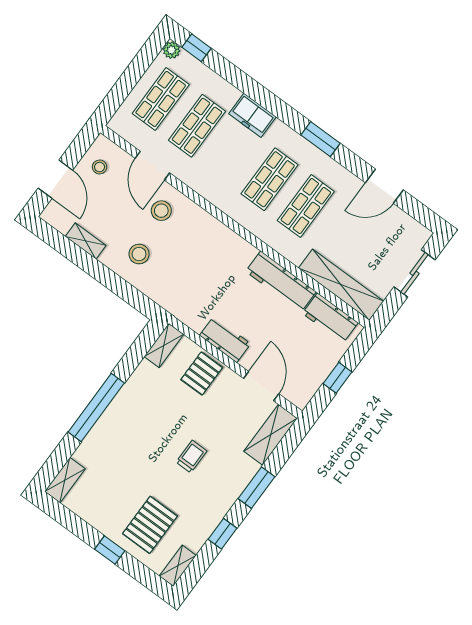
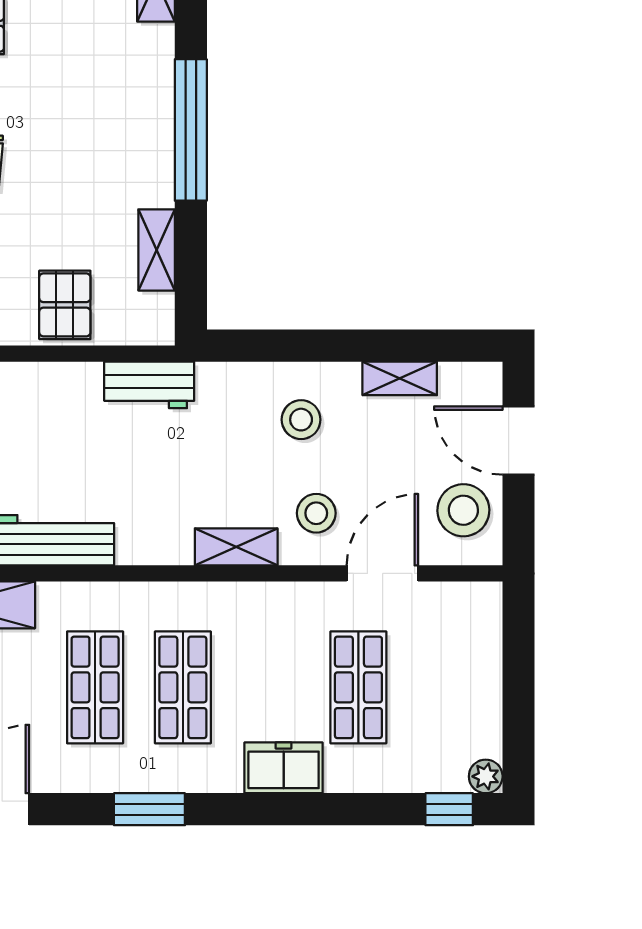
shop shelf: (161, 99) -> (446, 687), removed
door: (152, 166) -> (382, 573), hinge flipped
stool: (100, 167) -> (463, 510), width x1.89, depth x1.89
shelving: (205, 221) -> (236, 547), added
workbench: (225, 340) -> (149, 385), moved
shelving: (164, 345) -> (157, 250), moved

